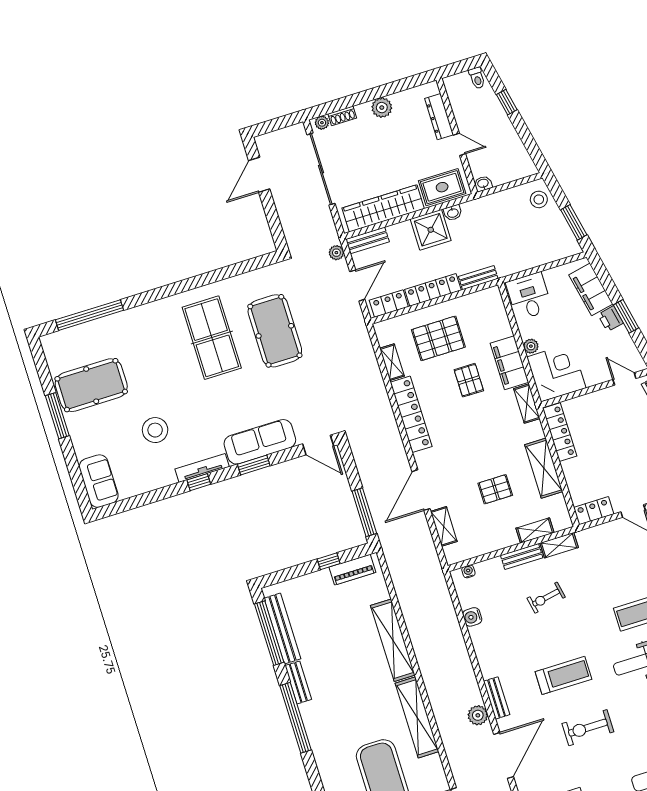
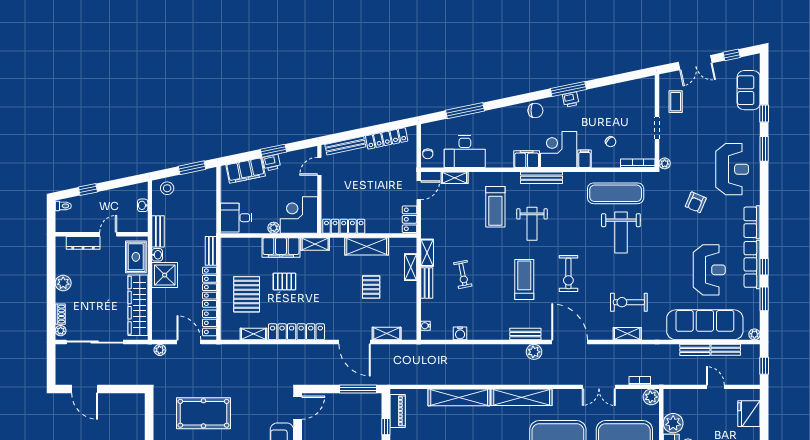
washbasin: (483, 184) -> (143, 205), moved
bench: (367, 240) -> (158, 231), moved

